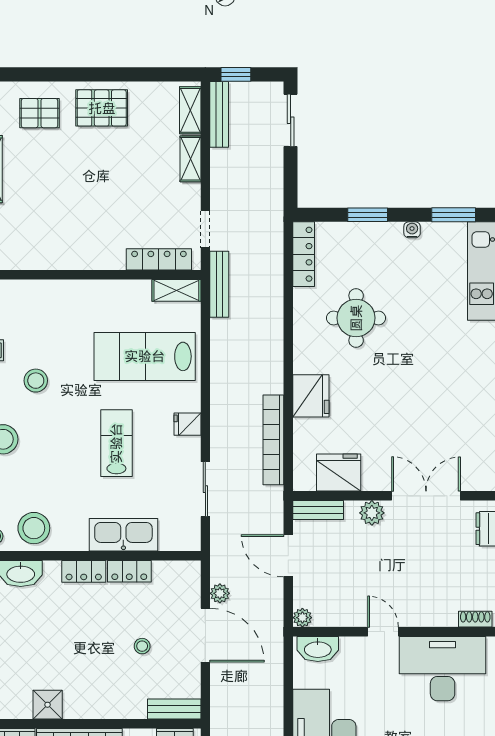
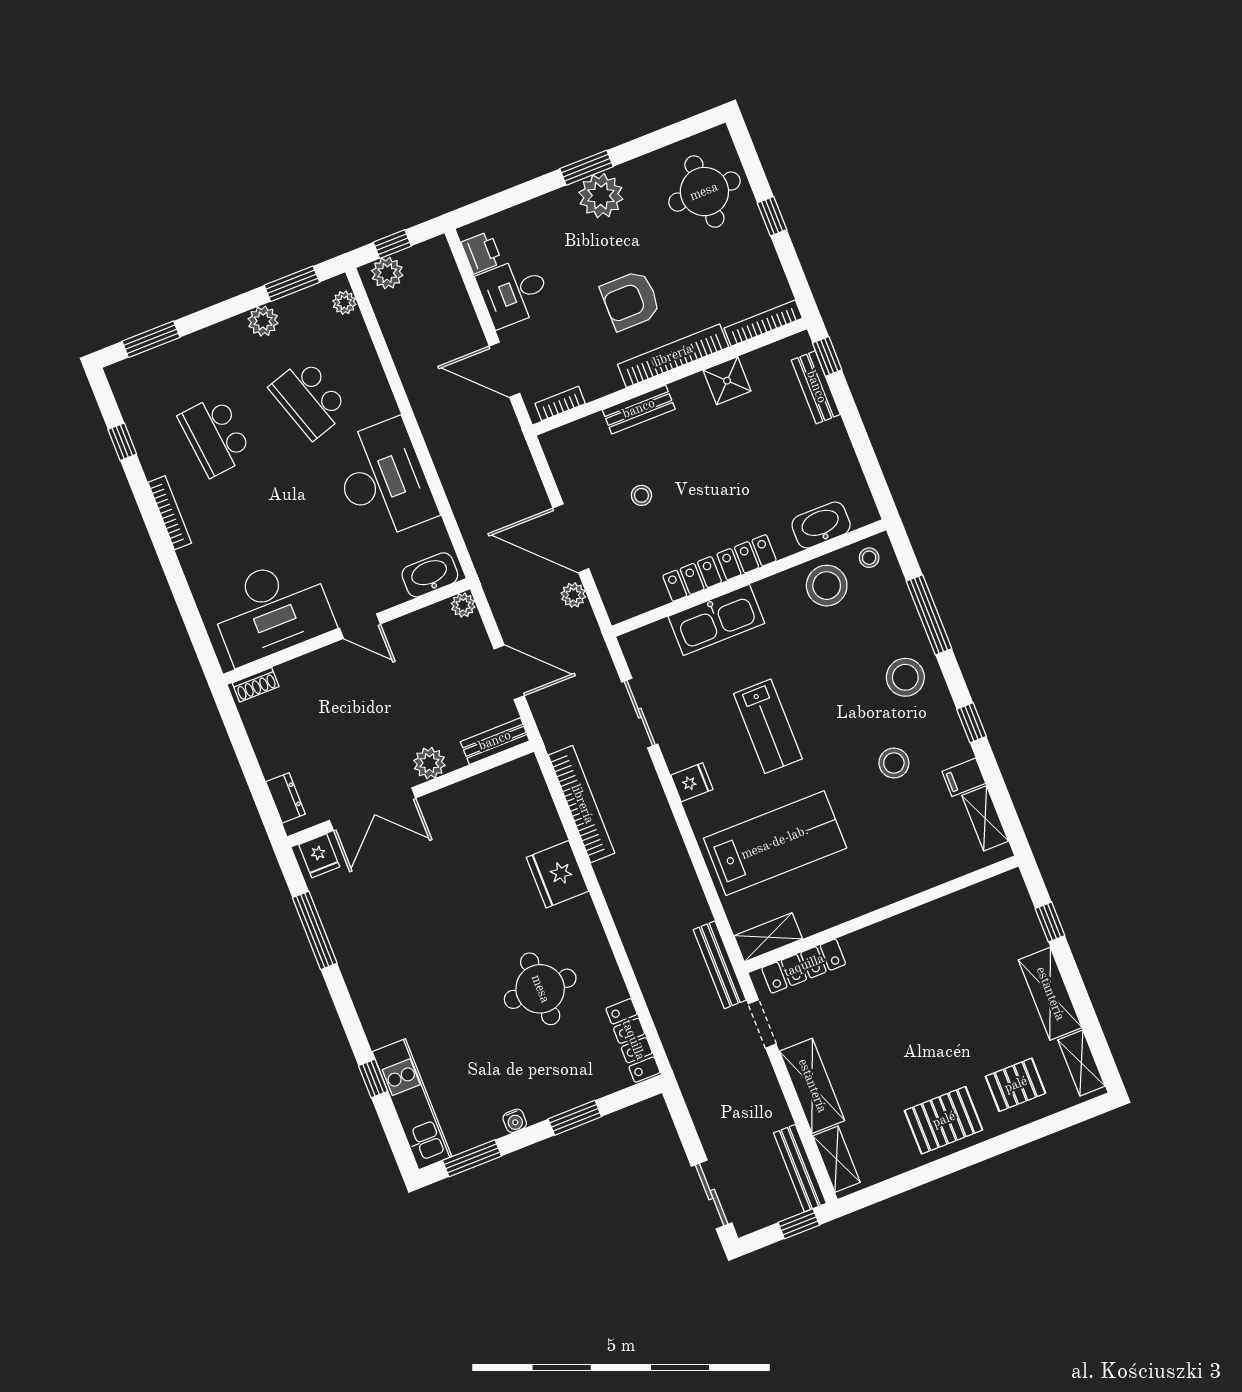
shelving: (190, 159) -> (812, 1086), width x1.50, depth x1.33
fridge: (339, 472) -> (319, 856), moved, width x0.53, depth x0.75
bench: (174, 709) -> (639, 409), moved

